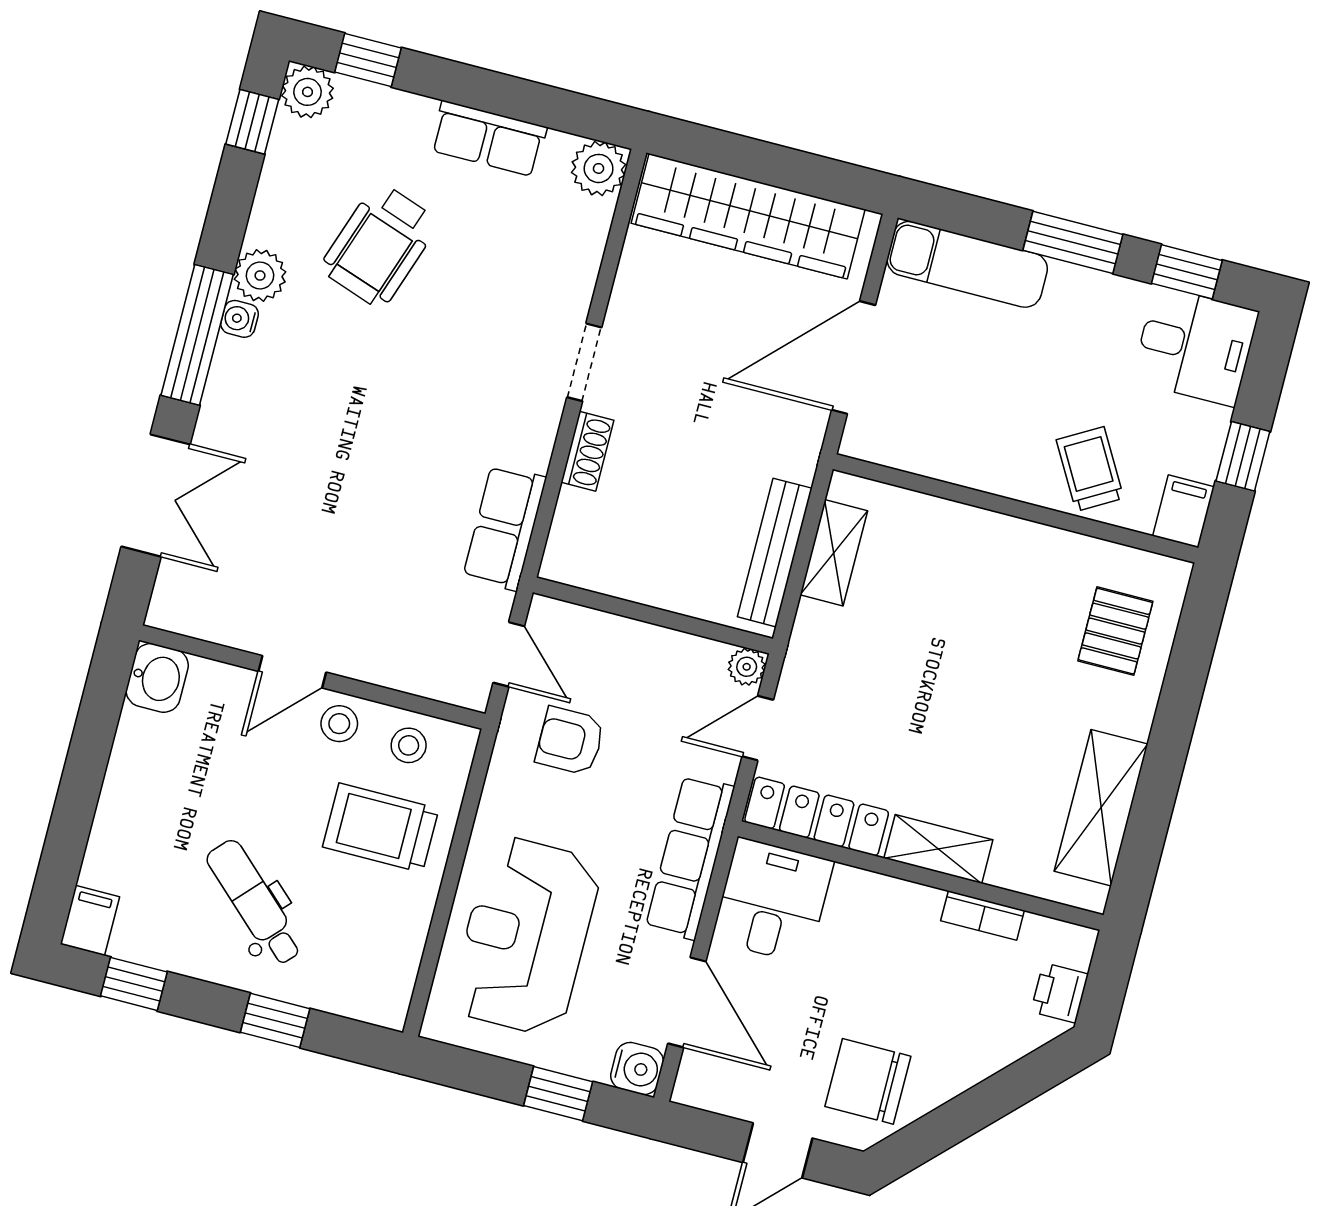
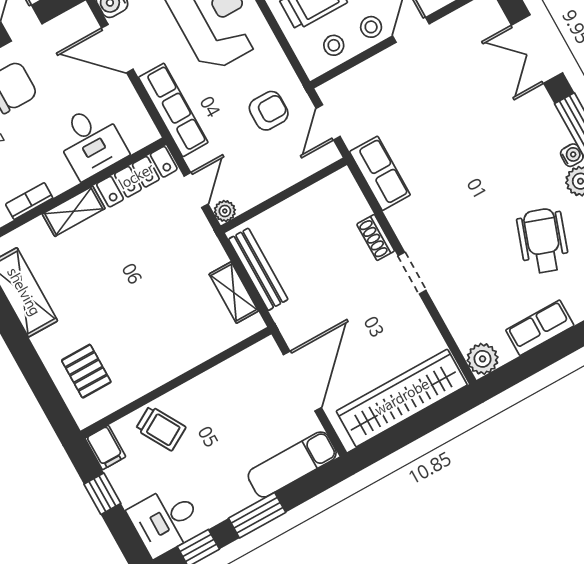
door: (509, 654) -> (328, 122), hinge flipped
desk: (773, 901) -> (91, 142), moved

